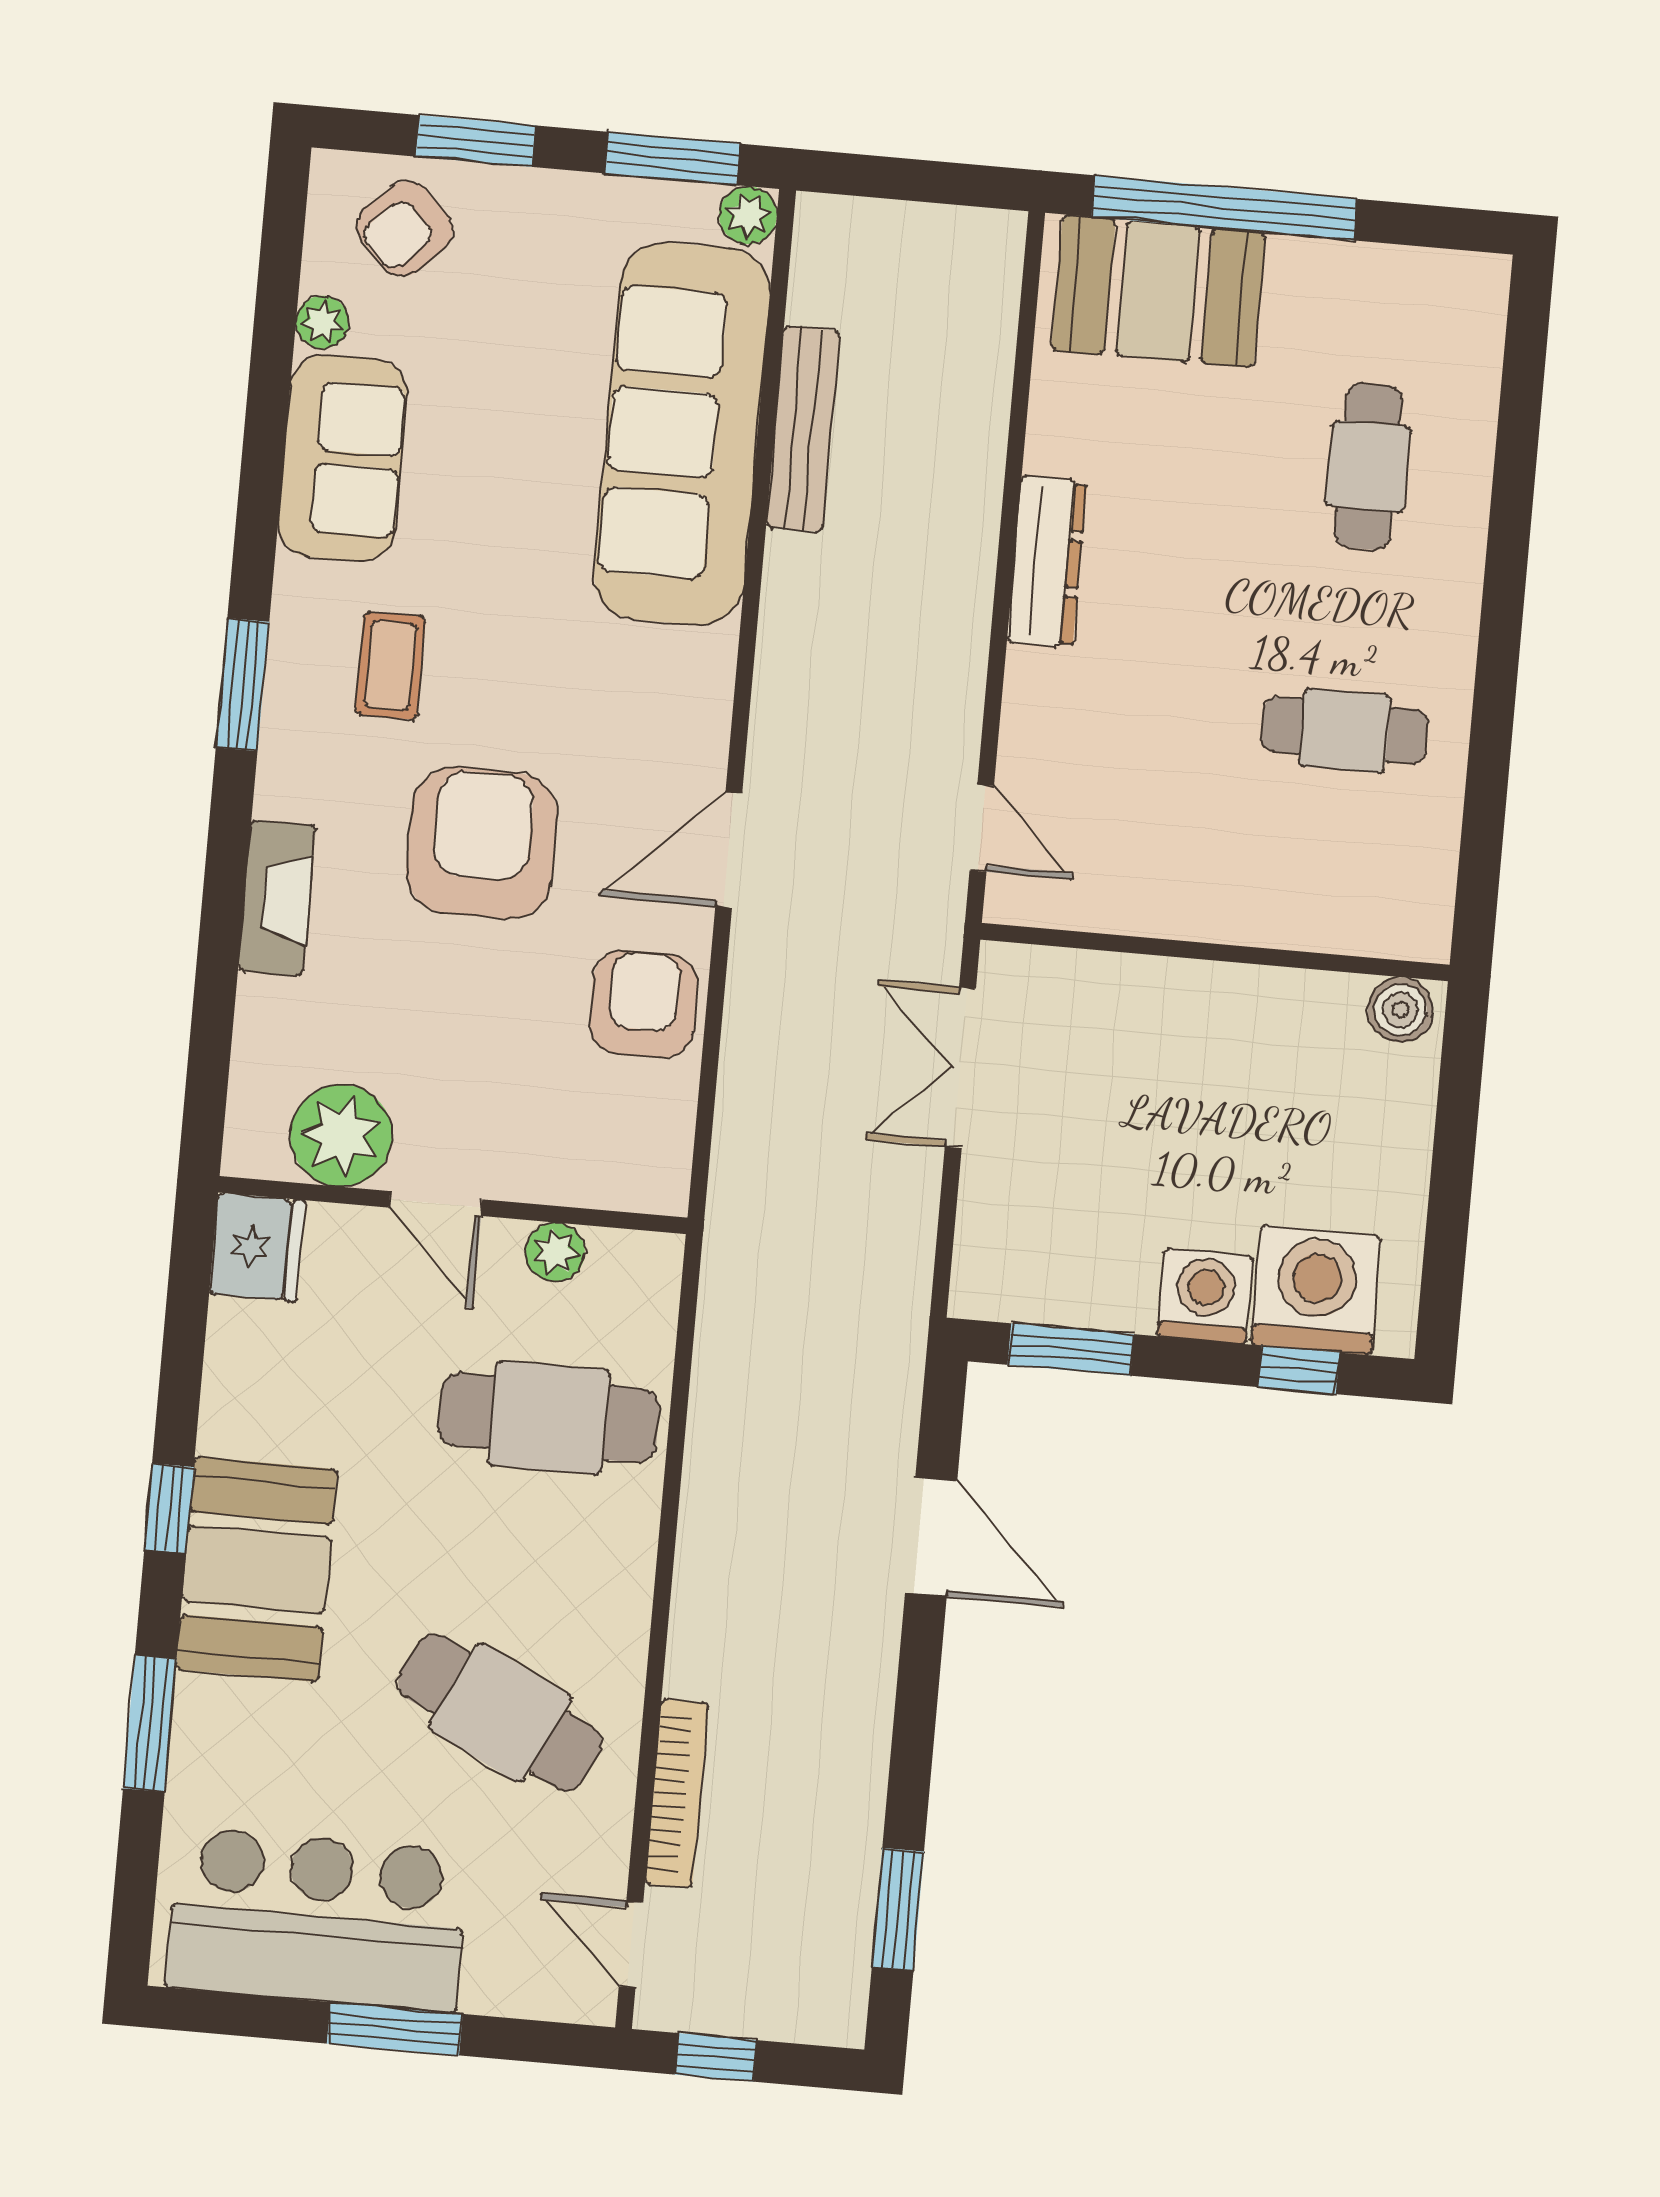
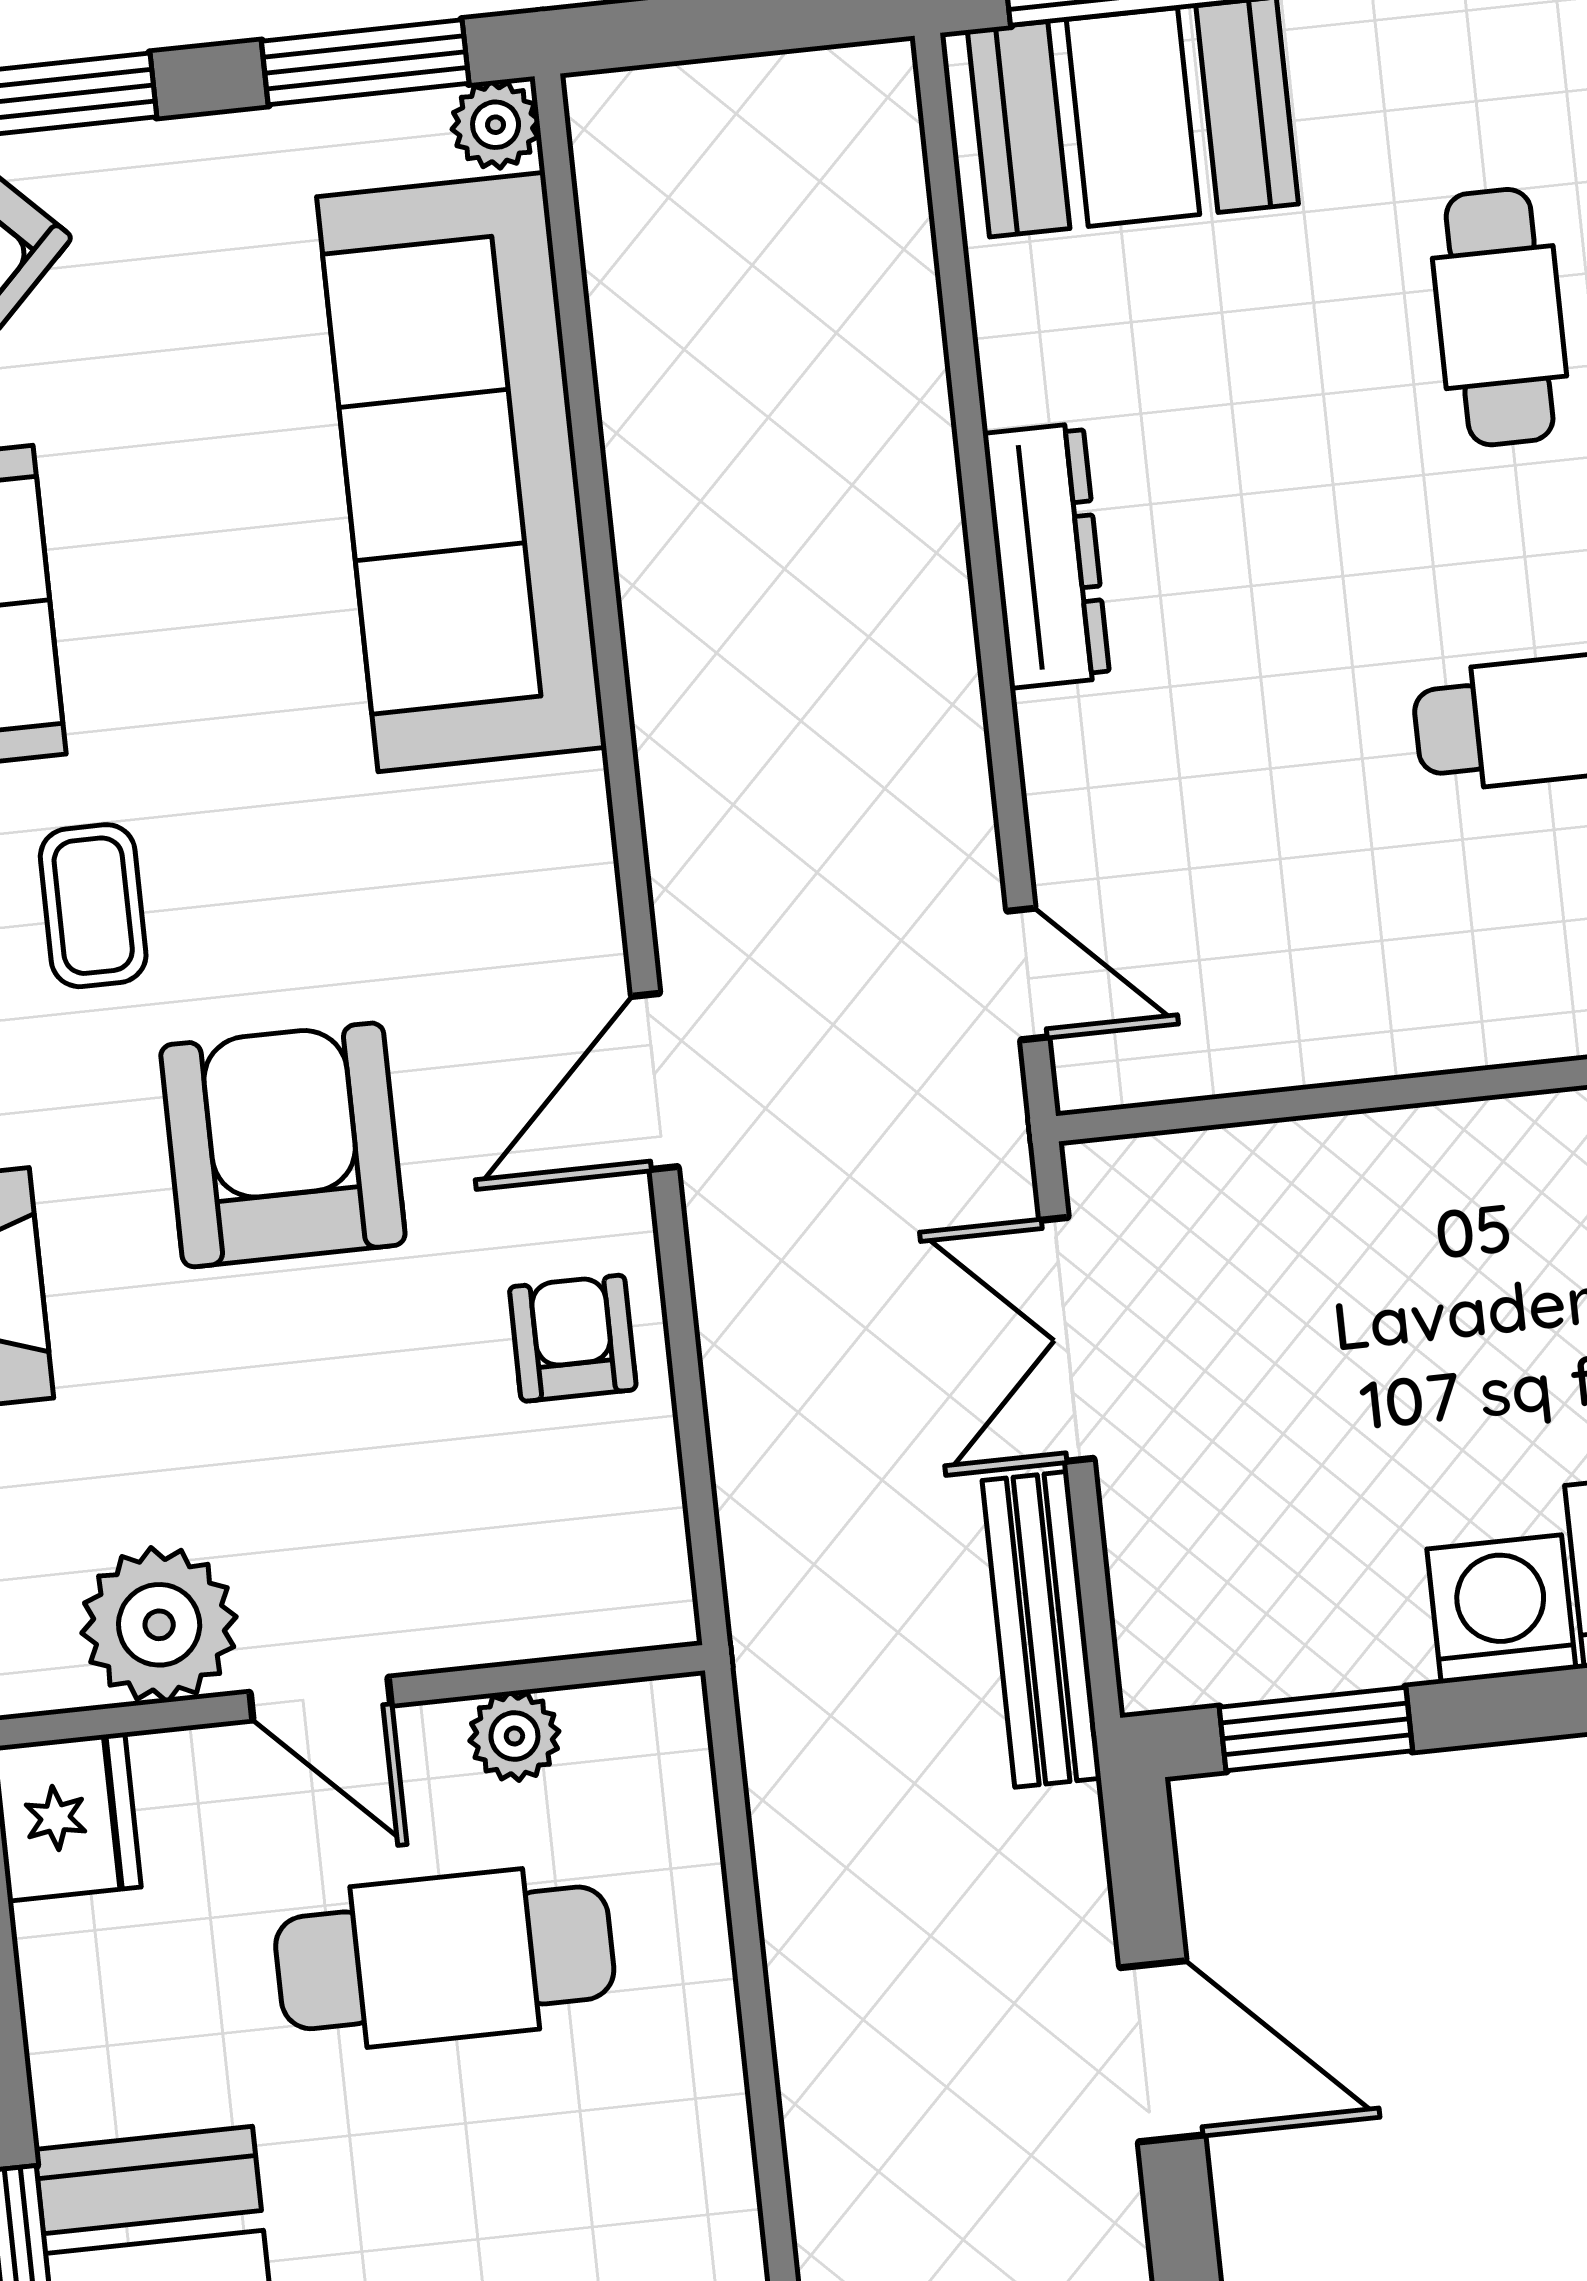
bench: (803, 429) -> (1042, 1629), moved
armchair: (643, 1004) -> (573, 1338), width x0.72, depth x0.72
cafe table: (549, 1418) -> (445, 1958), moved

